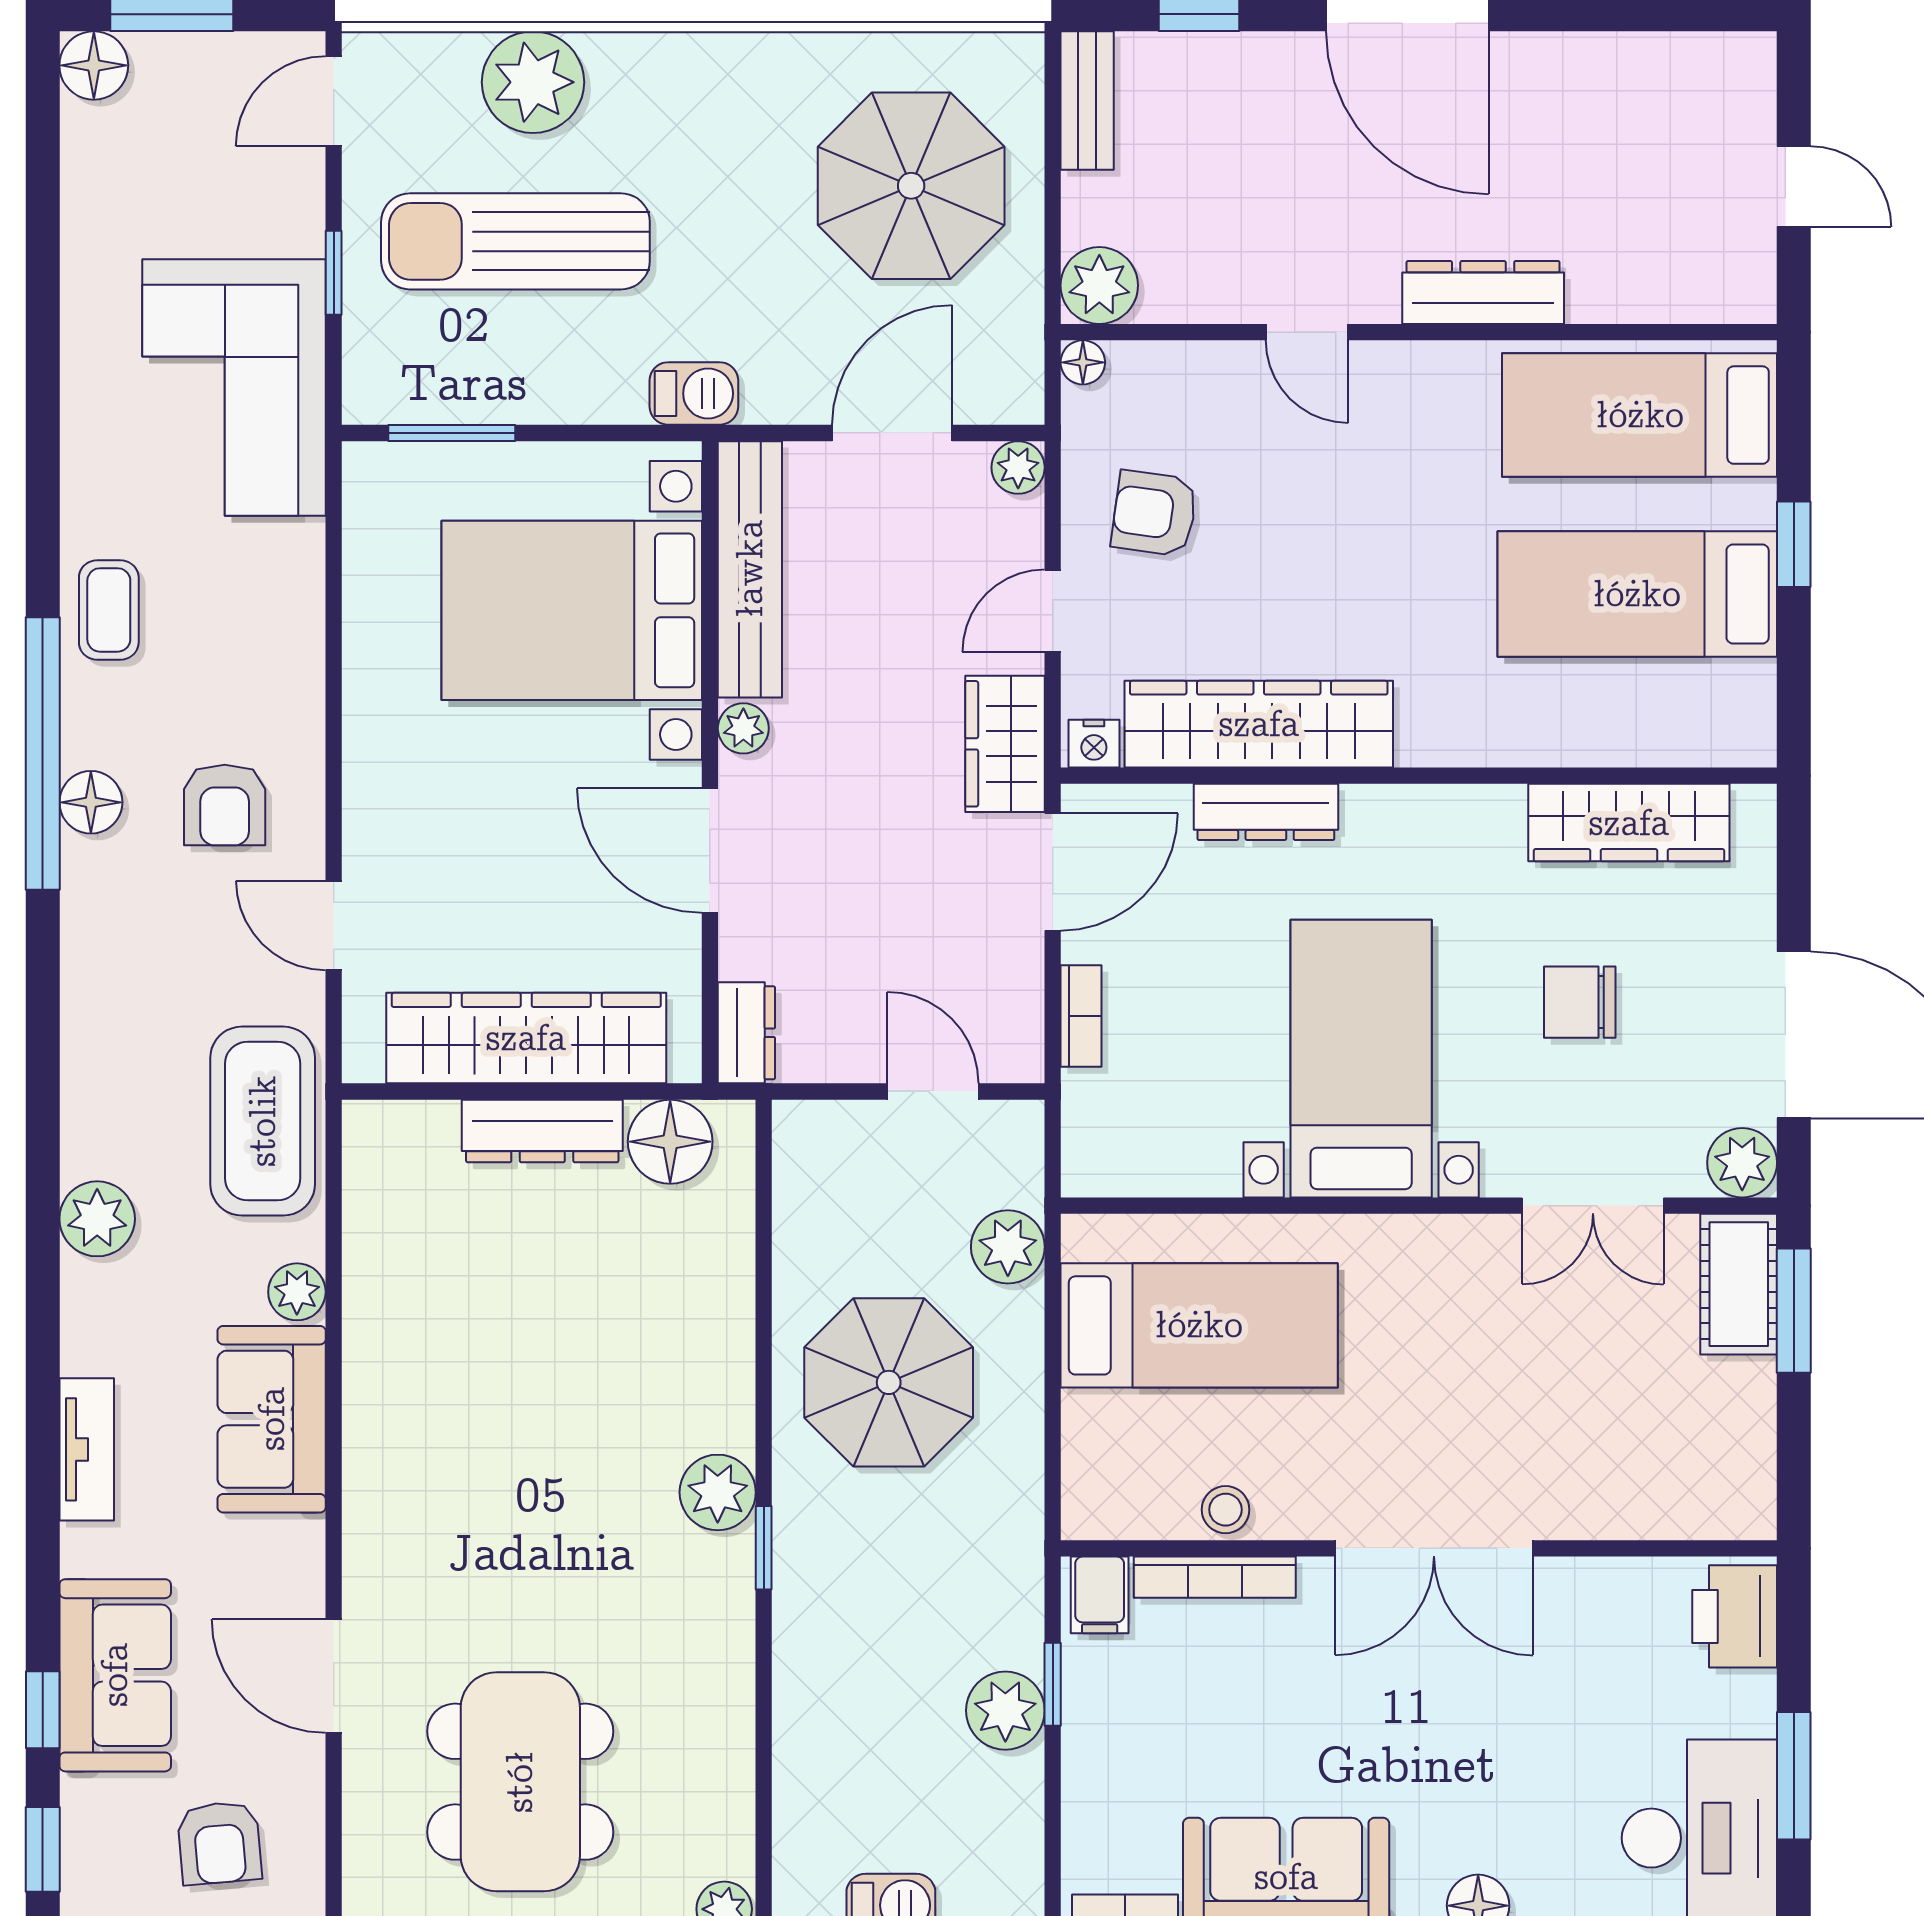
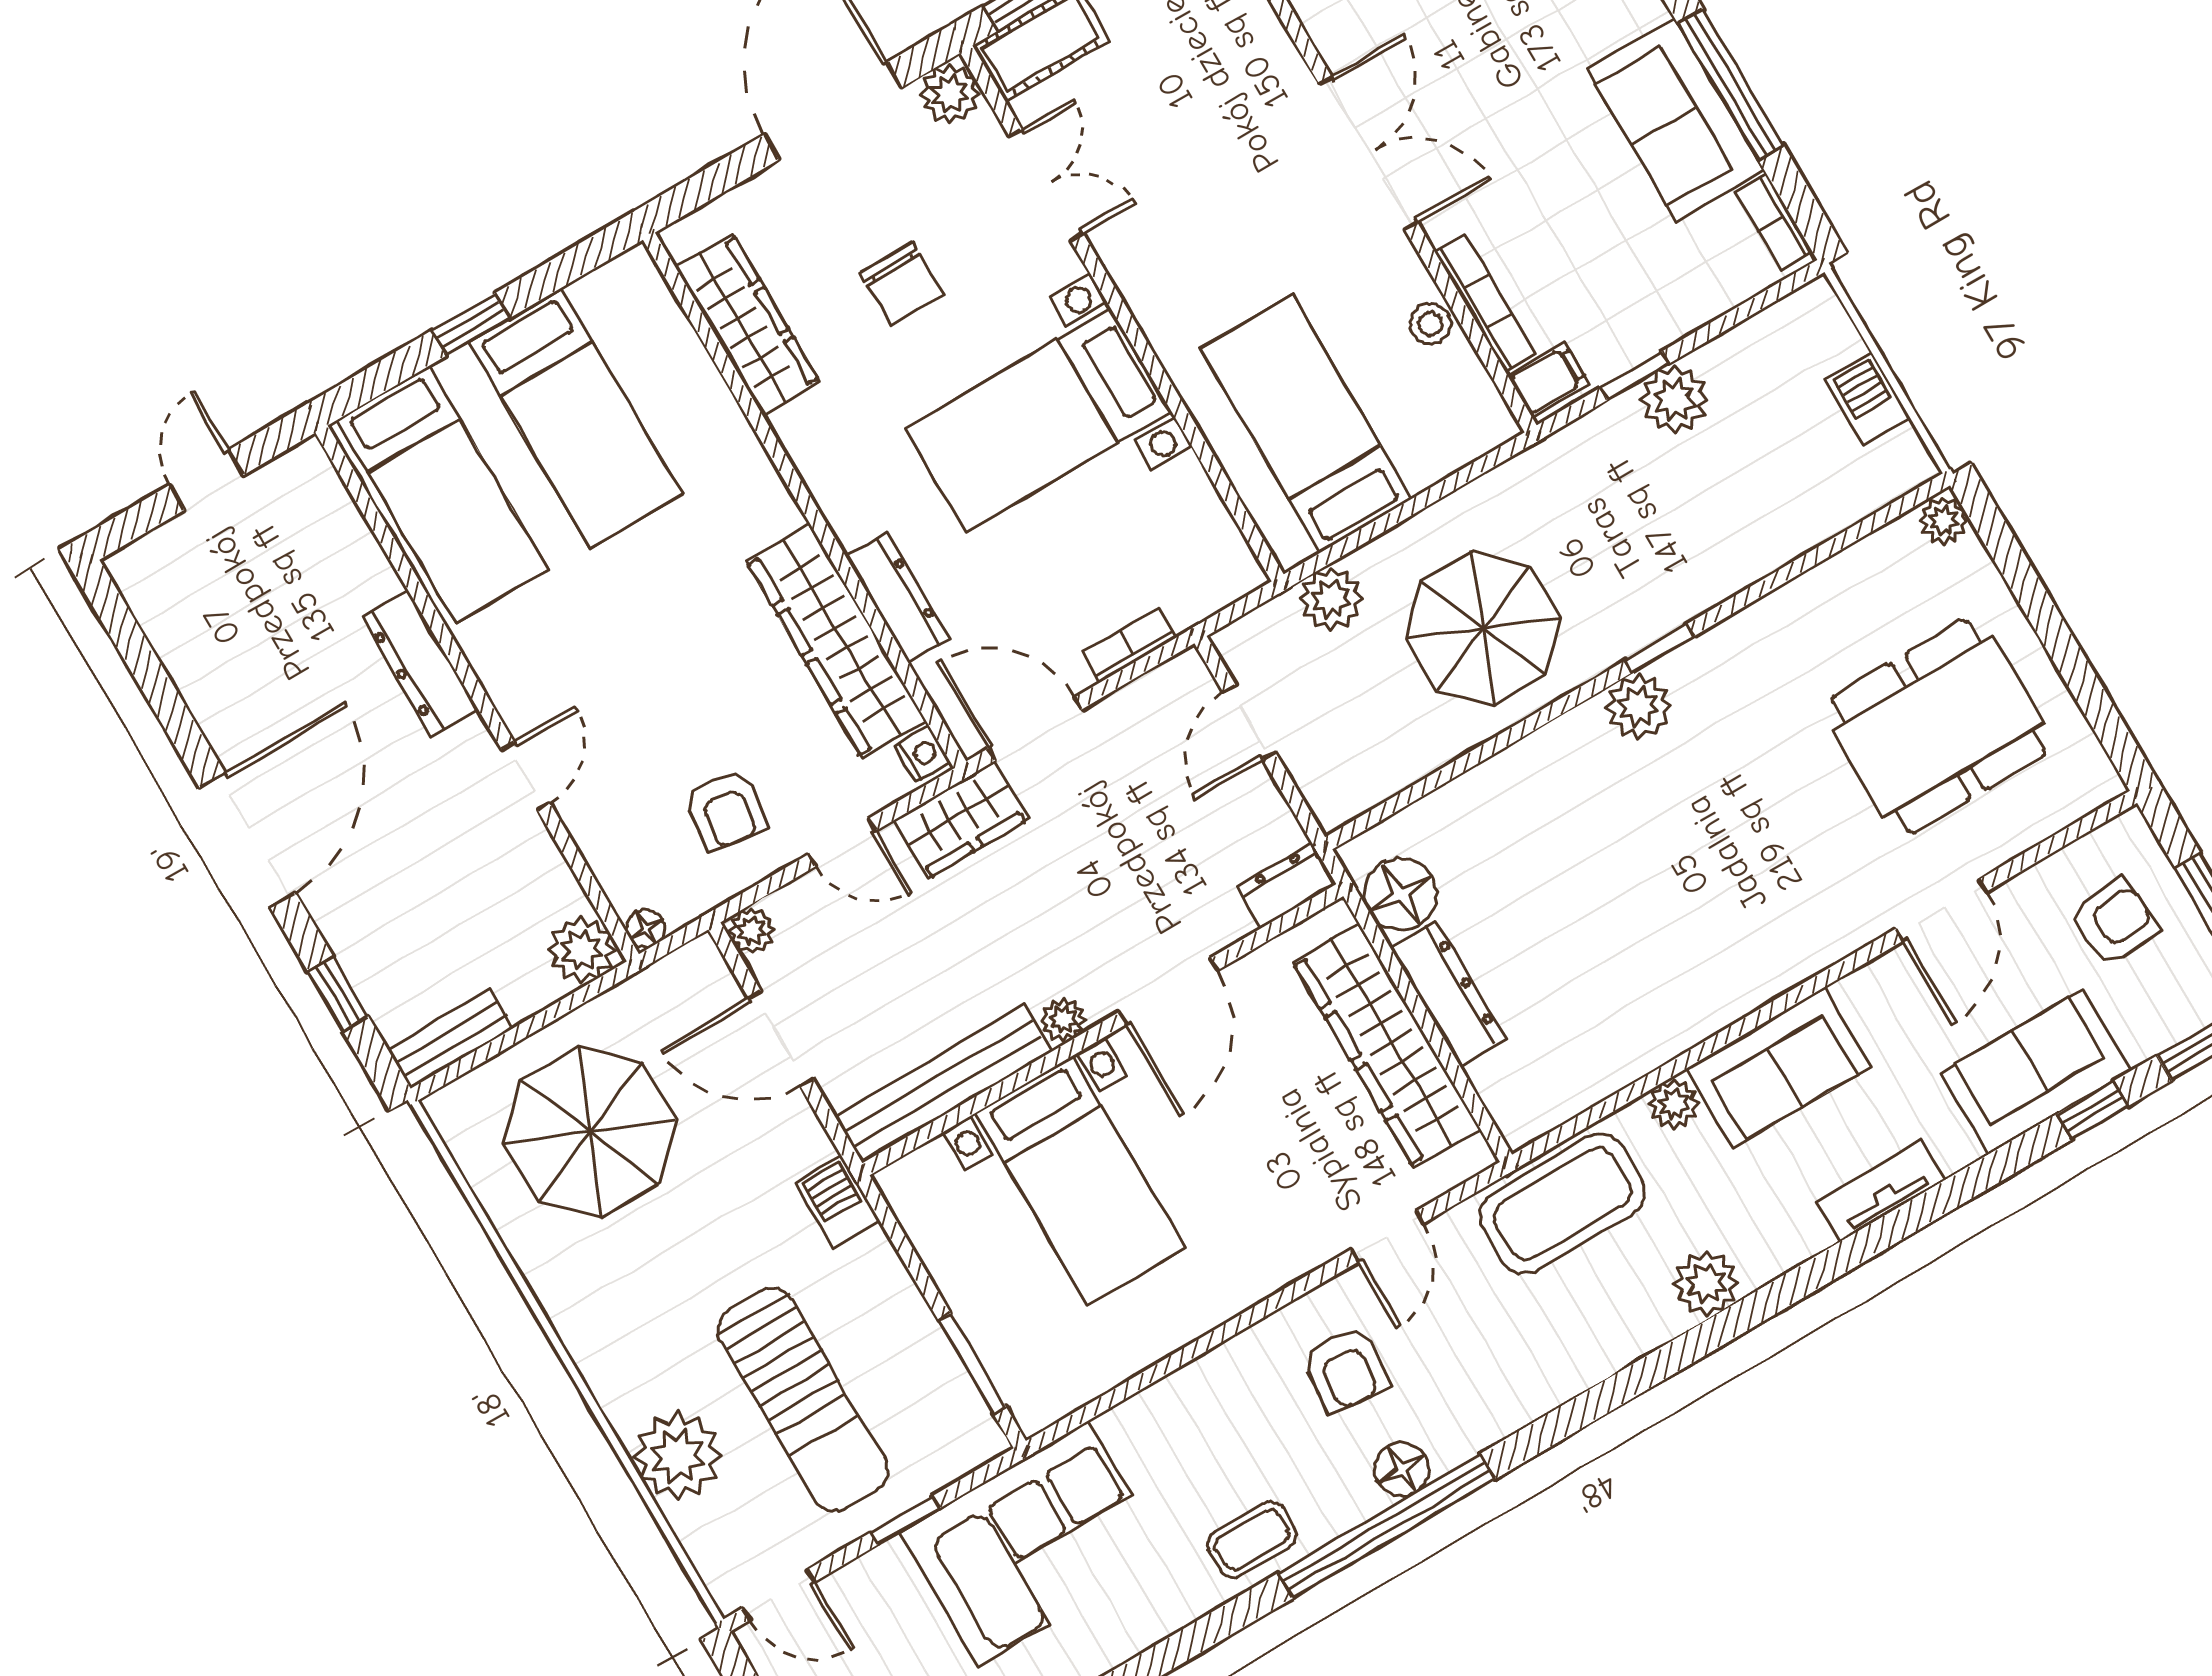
bed with nightstands: (572, 610) -> (1080, 1180), width x0.73
armchair: (225, 805) -> (1346, 1369), turned 96

